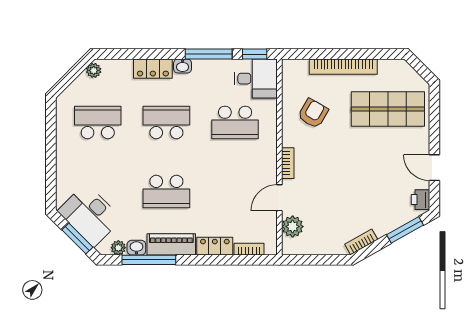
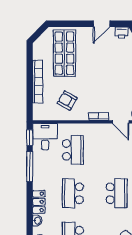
washbasin: (183, 66) -> (37, 221), moved

